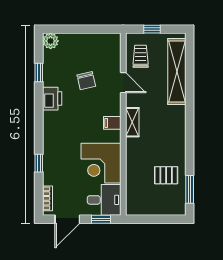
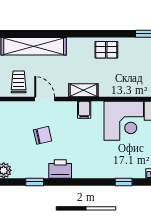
trolley: (141, 56) -> (19, 82), turned 90
door: (123, 83) -> (45, 99), hinge flipped
pallet: (166, 175) -> (106, 50), moved, turned 90

